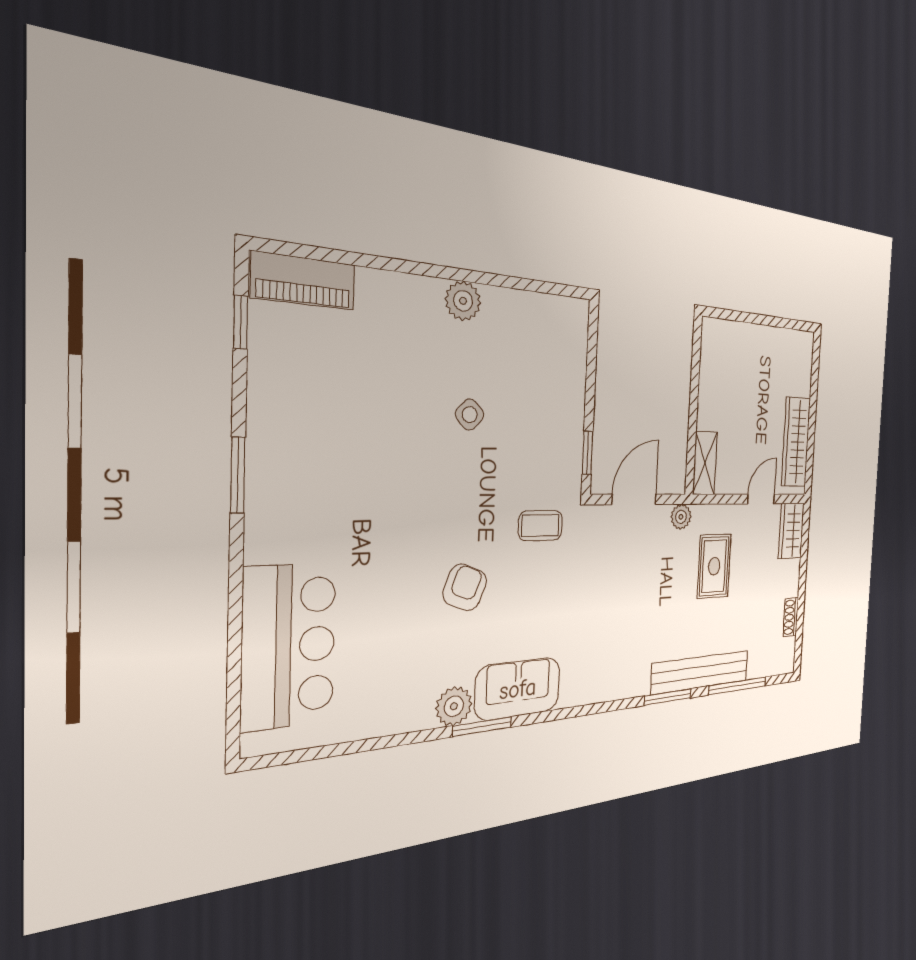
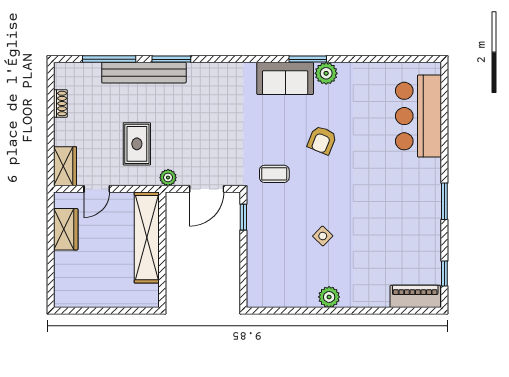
wardrobe: (796, 442) -> (66, 229), width x0.67
shelving: (705, 463) -> (147, 238), width x2.20, depth x1.33

